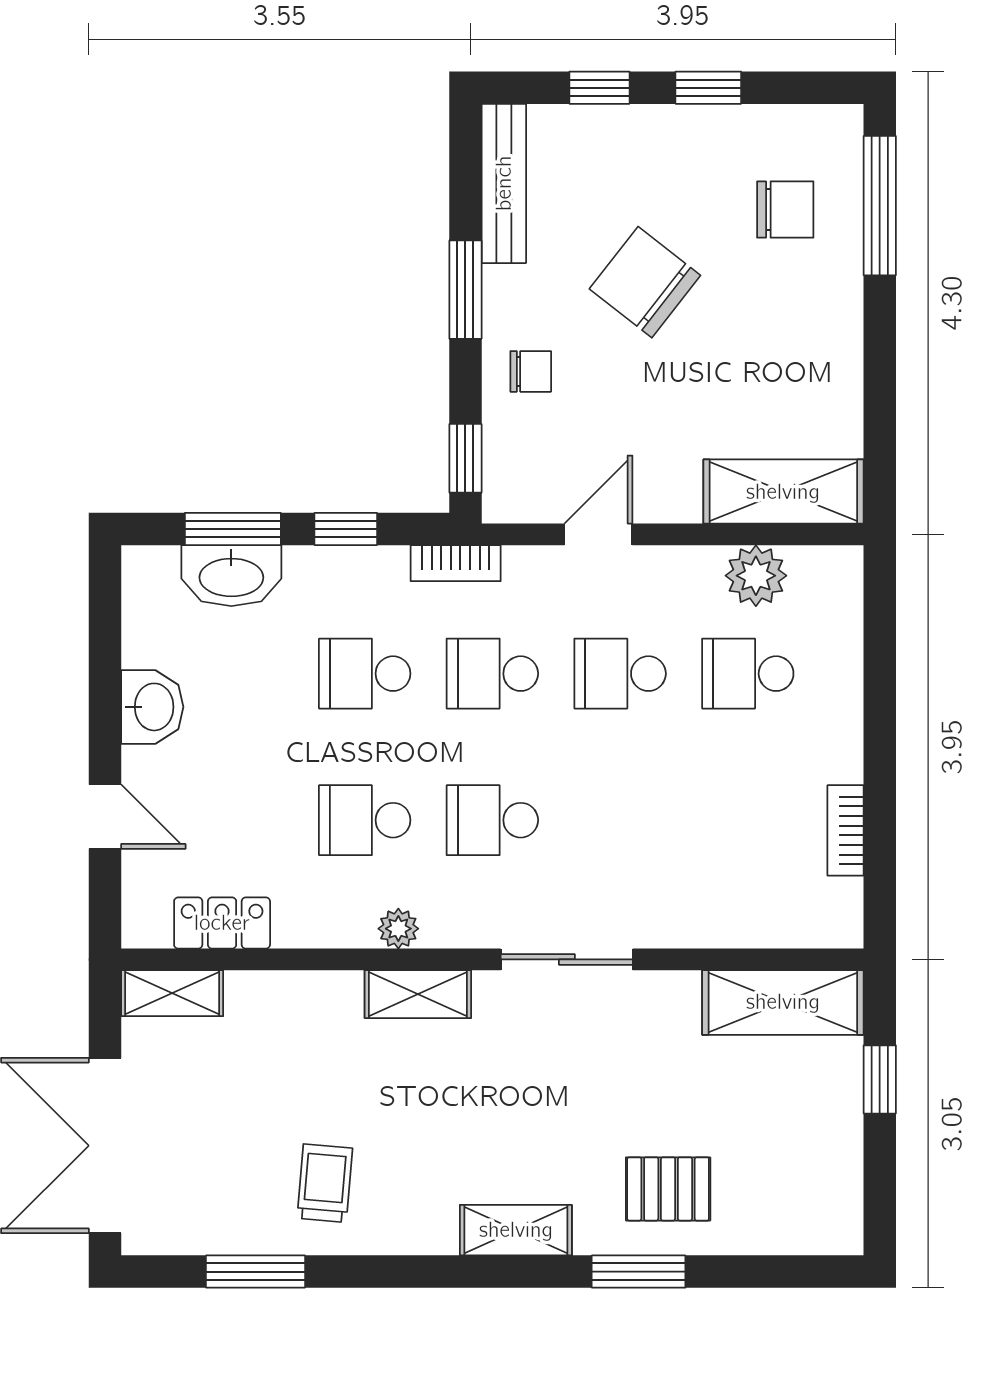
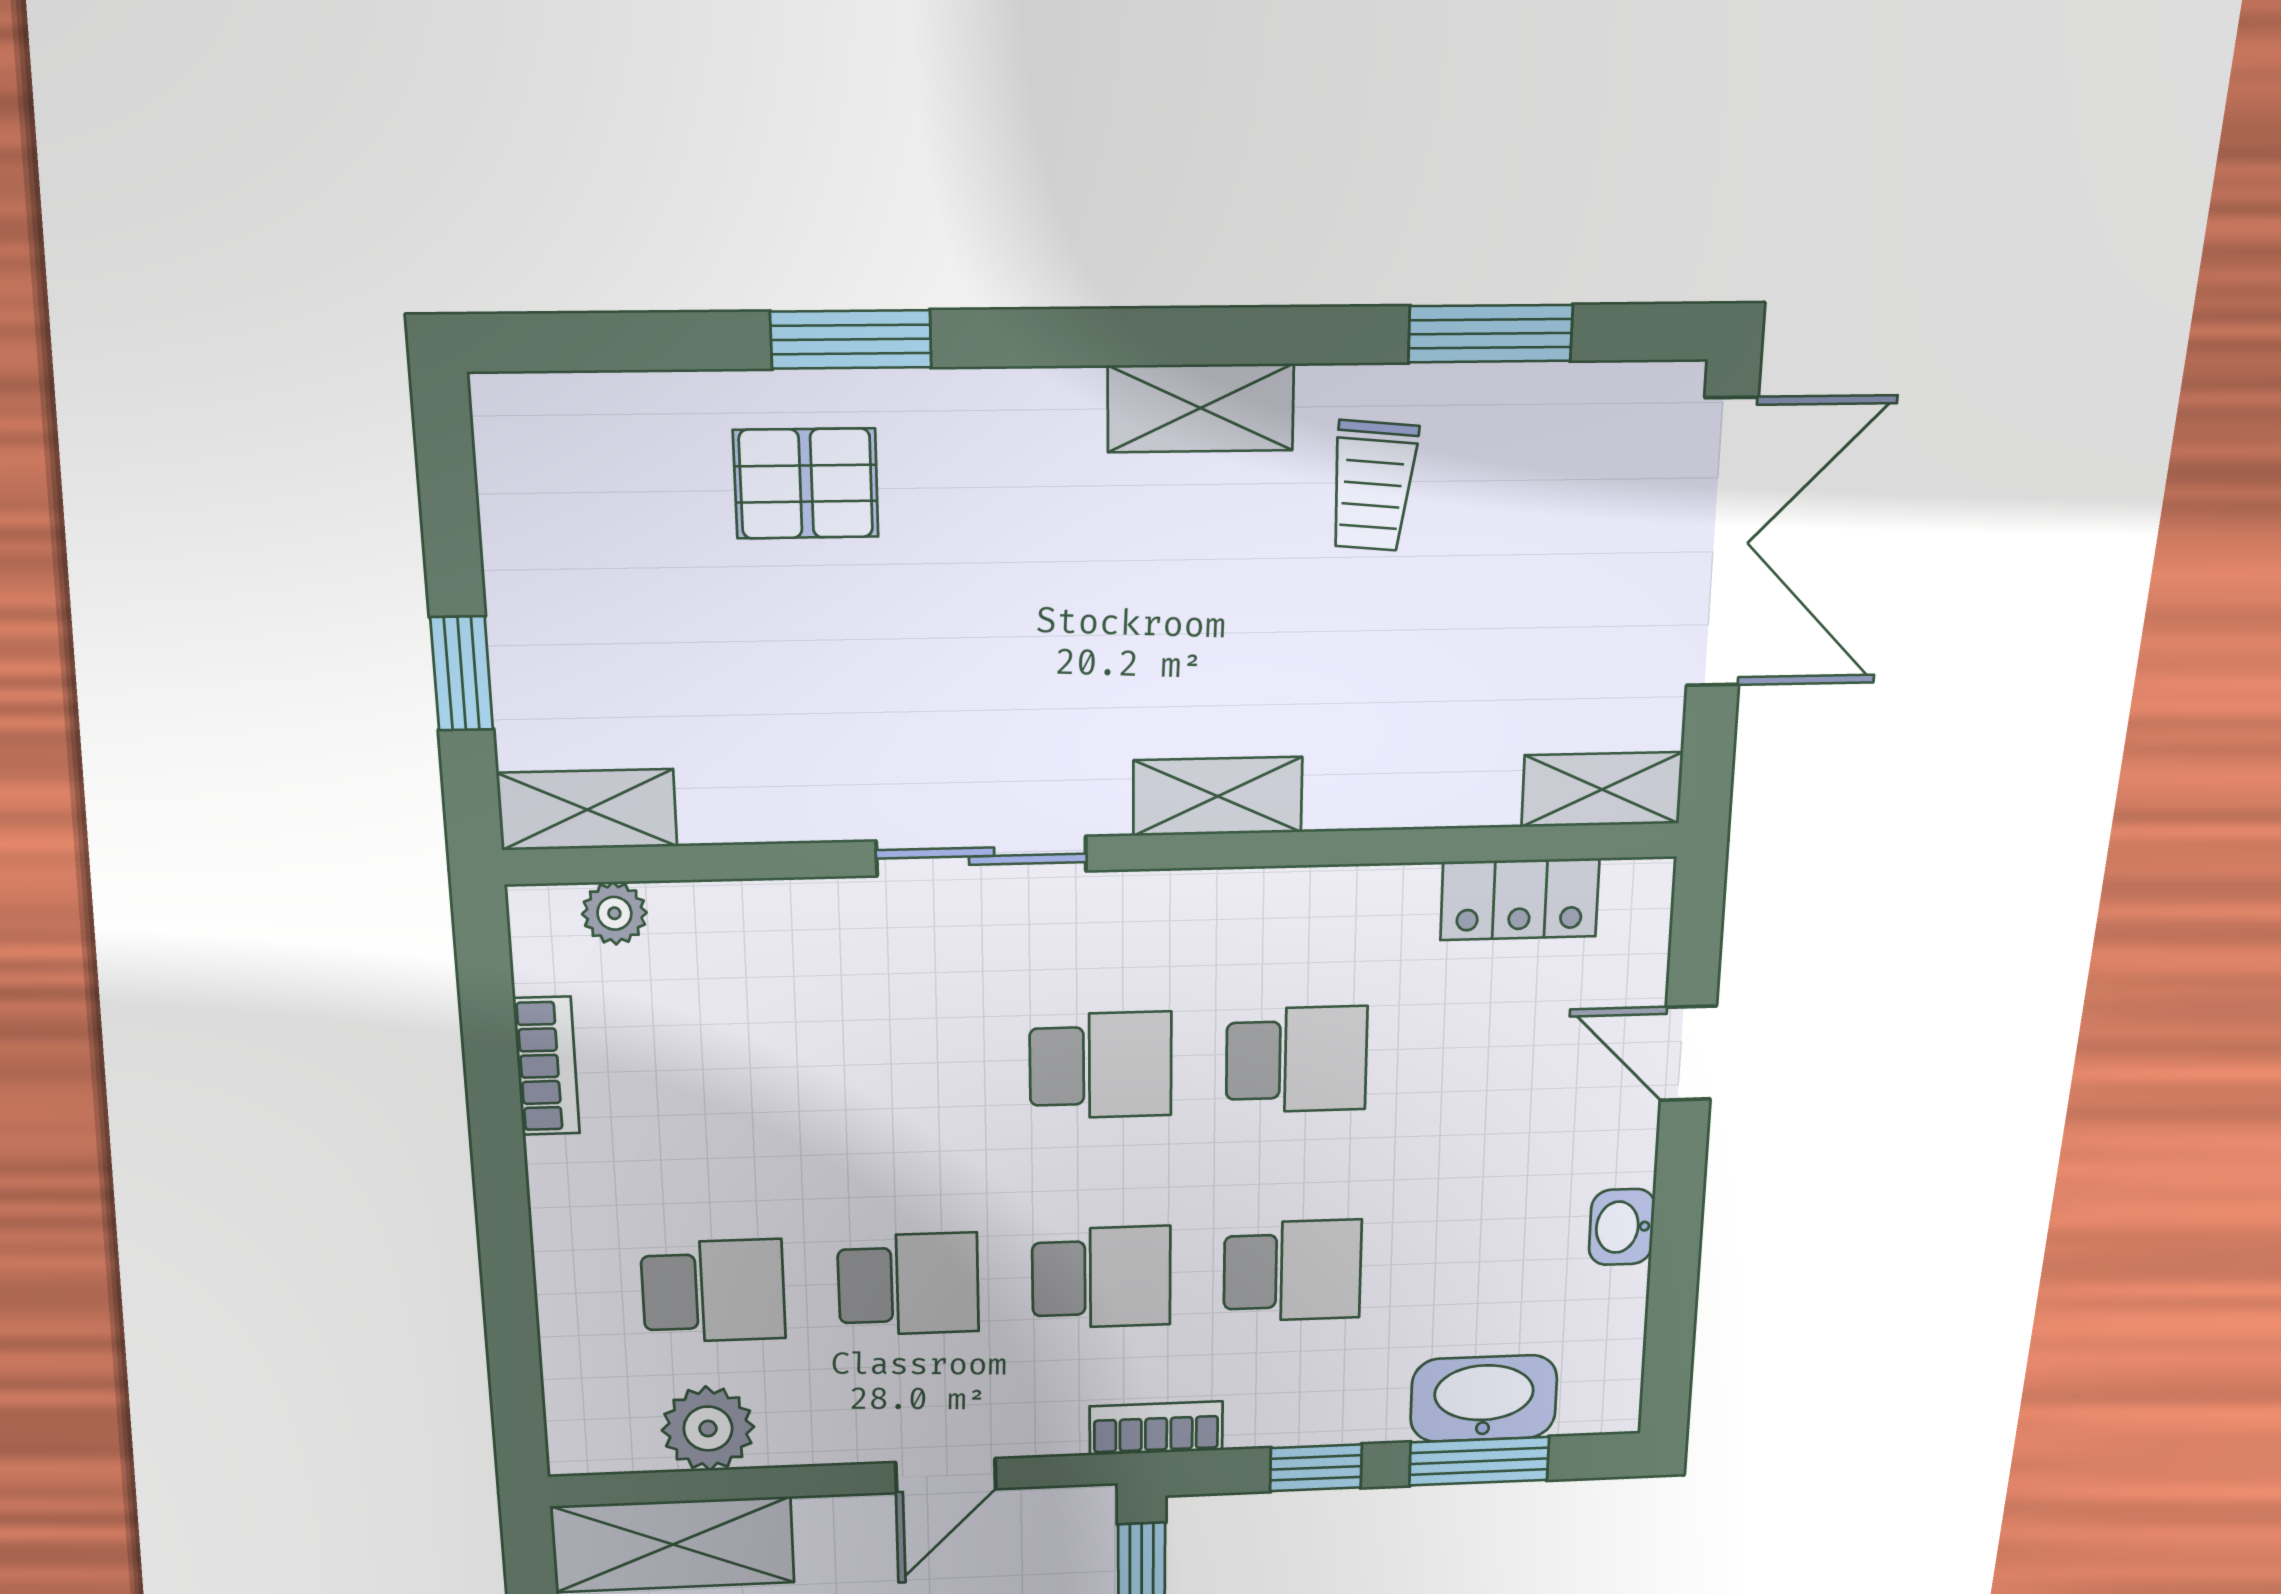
washbasin: (152, 707) -> (1622, 1227), width x0.72, depth x0.69
plant: (398, 929) -> (614, 913), moved
shelving: (783, 1002) -> (587, 810), width x0.67, depth x0.75
shelving: (516, 1230) -> (1201, 408), moved

